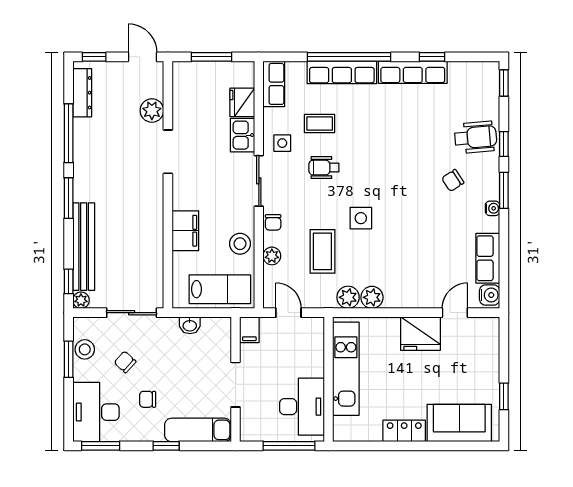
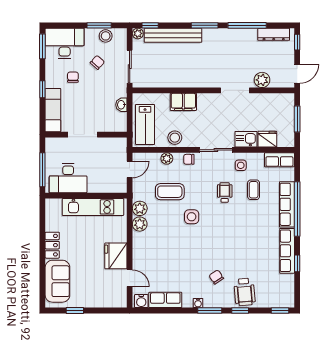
filing cabinet: (249, 330) -> (118, 144), removed

